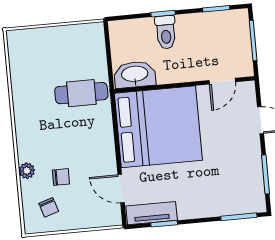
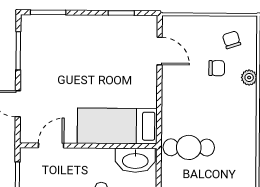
bed: (158, 127) -> (117, 126), width x0.49
chair: (61, 177) -> (217, 68), turned 180
tv unit: (152, 213) -> (132, 24), removed

